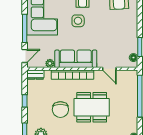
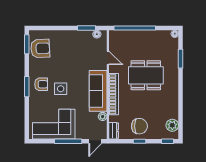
door: (25, 56) -> (95, 141), swing flipped
door: (109, 69) -> (108, 58), hinge flipped
dining table: (92, 107) -> (146, 75), turned 90
chair: (60, 110) -> (139, 126), moved

